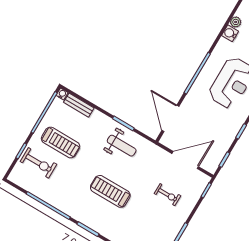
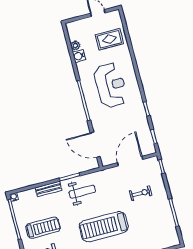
bench: (79, 105) -> (49, 189), moved
treadmill: (110, 191) -> (104, 227), width x1.37, depth x1.38

